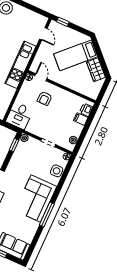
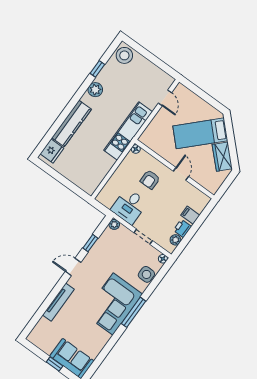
window: (63, 22) -> (193, 88), removed
door: (41, 77) -> (181, 174), moved
printer: (86, 110) -> (182, 228), moved
desk: (19, 116) -> (129, 206), moved
window: (14, 145) -> (90, 243), moved
window: (47, 214) -> (134, 312), moved

